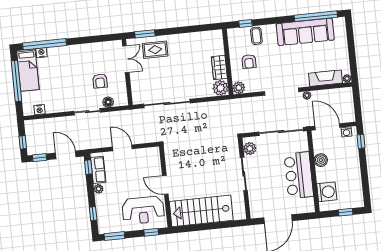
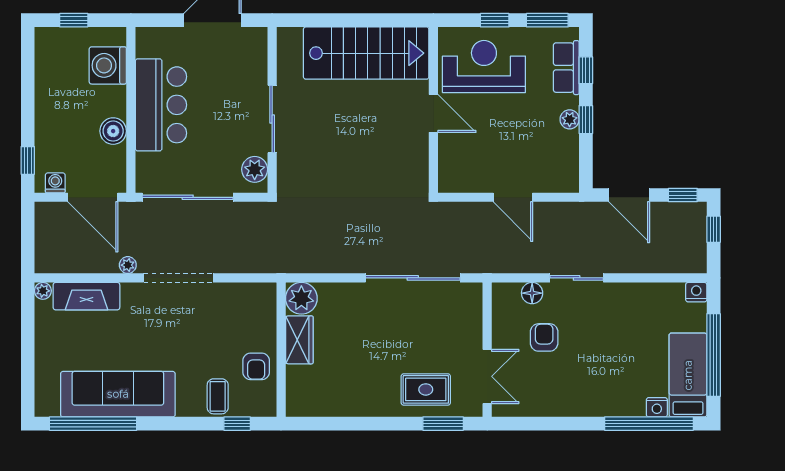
double door: (126, 59) -> (487, 376), swing flipped
armchair: (249, 61) -> (256, 366), moved, turned 180
plant: (239, 88) -> (264, 295), removed
nightstand: (40, 110) -> (696, 292), moved
window: (88, 167) -> (586, 120), moved
row of seats: (98, 170) -> (566, 68), moved
window: (151, 232) -> (495, 20), moved

